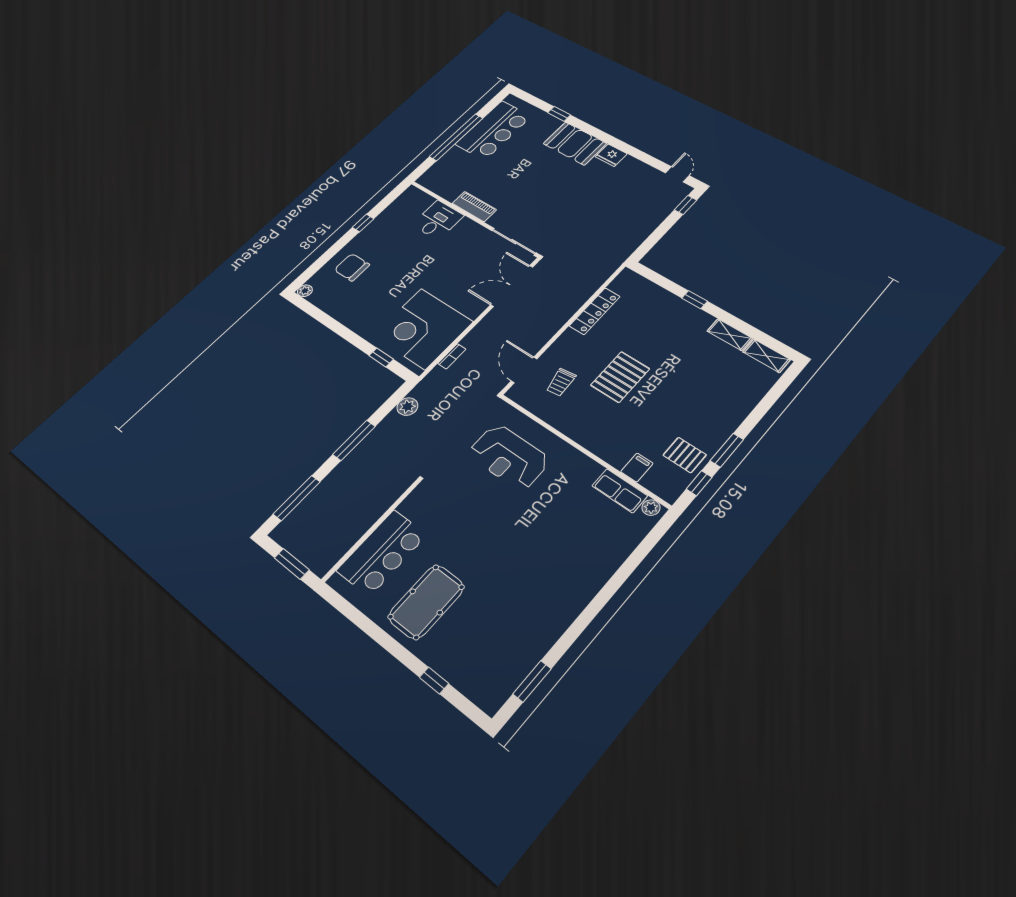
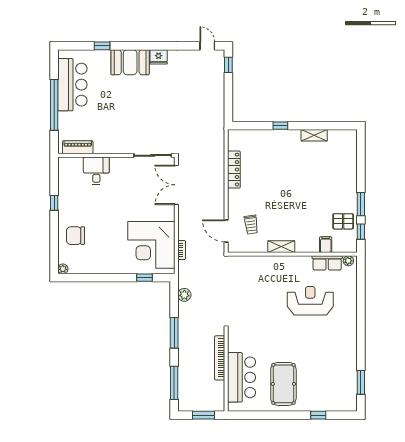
piano: (474, 207) -> (78, 147), moved
shelving: (766, 356) -> (281, 247), moved
pallet: (620, 377) -> (278, 200), removed
reception desk: (509, 457) -> (310, 301), moved, turned 180
bookcase: (378, 509) -> (220, 358), added

